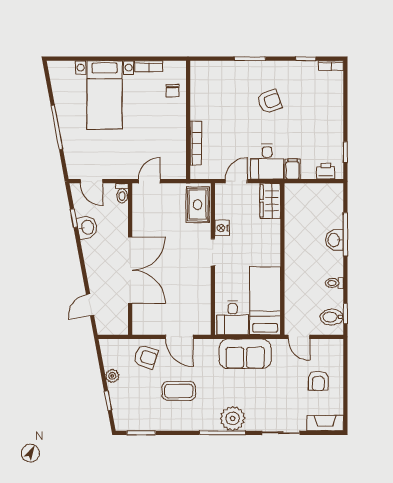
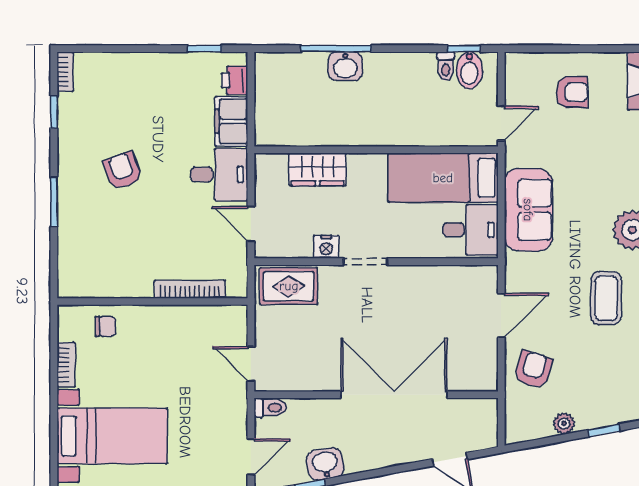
filing cabinet: (292, 169) -> (231, 121), width x2.00
wardrobe: (270, 201) -> (317, 169), moved
toilet: (334, 283) -> (446, 66), moved
coffee table: (179, 391) -> (606, 298), moved

